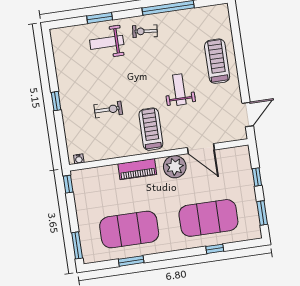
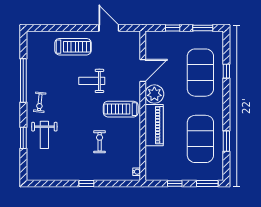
treadmill: (217, 61) -> (73, 47), turned 180
door: (248, 115) -> (109, 28), moved
piano: (137, 169) -> (154, 125), width x1.37, depth x1.33
window: (68, 184) -> (175, 183), moved

